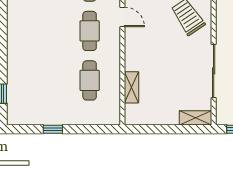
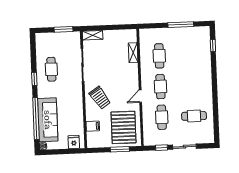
door: (122, 17) -> (140, 96), hinge flipped
window: (53, 129) -> (181, 25), width x2.17

